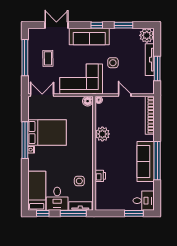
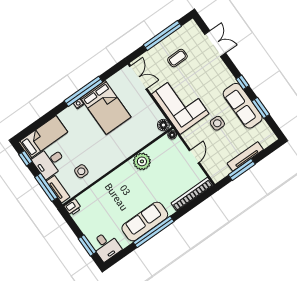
plant: (147, 35) -> (266, 137), removed
sofa: (89, 36) -> (243, 106), moved
printer: (100, 176) -> (73, 207), moved

